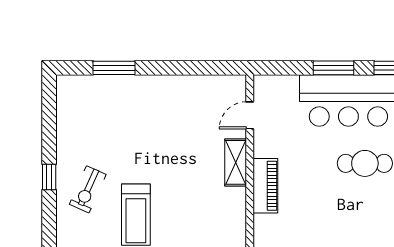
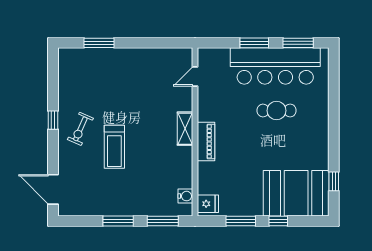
shelving: (236, 162) -> (185, 129), moved
piano: (265, 186) -> (206, 141), moved

